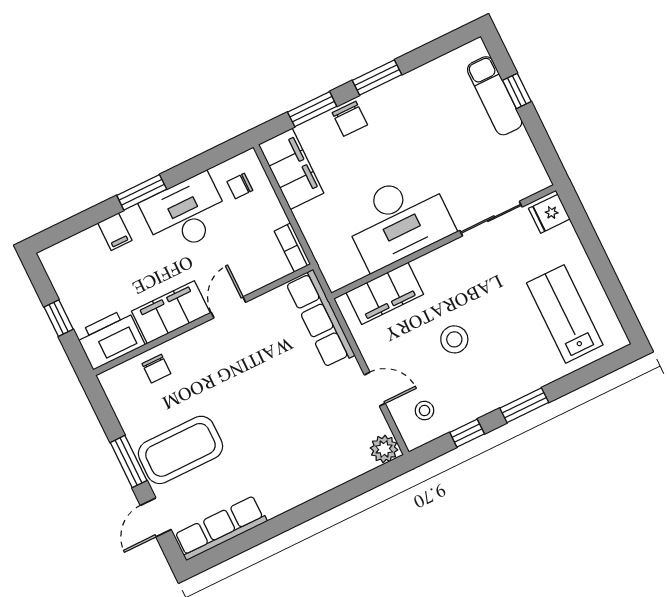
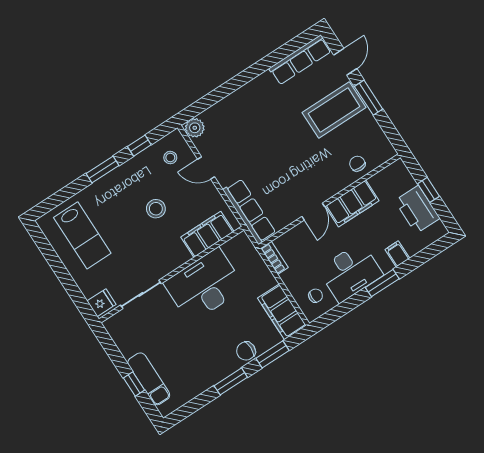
chair: (350, 119) -> (246, 351), turned -90
printer: (110, 339) -> (417, 209), moved, turned 90

